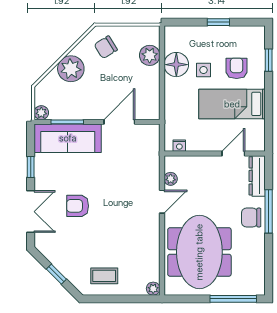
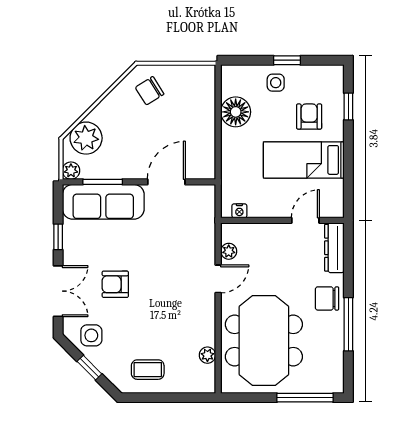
plant: (150, 55) -> (203, 101), removed
plant: (71, 69) -> (86, 138), moved
side table: (203, 70) -> (276, 83), moved
window: (269, 211) -> (348, 324), moved
side table: (58, 248) -> (91, 335), added
plant: (153, 289) -> (207, 355), moved

